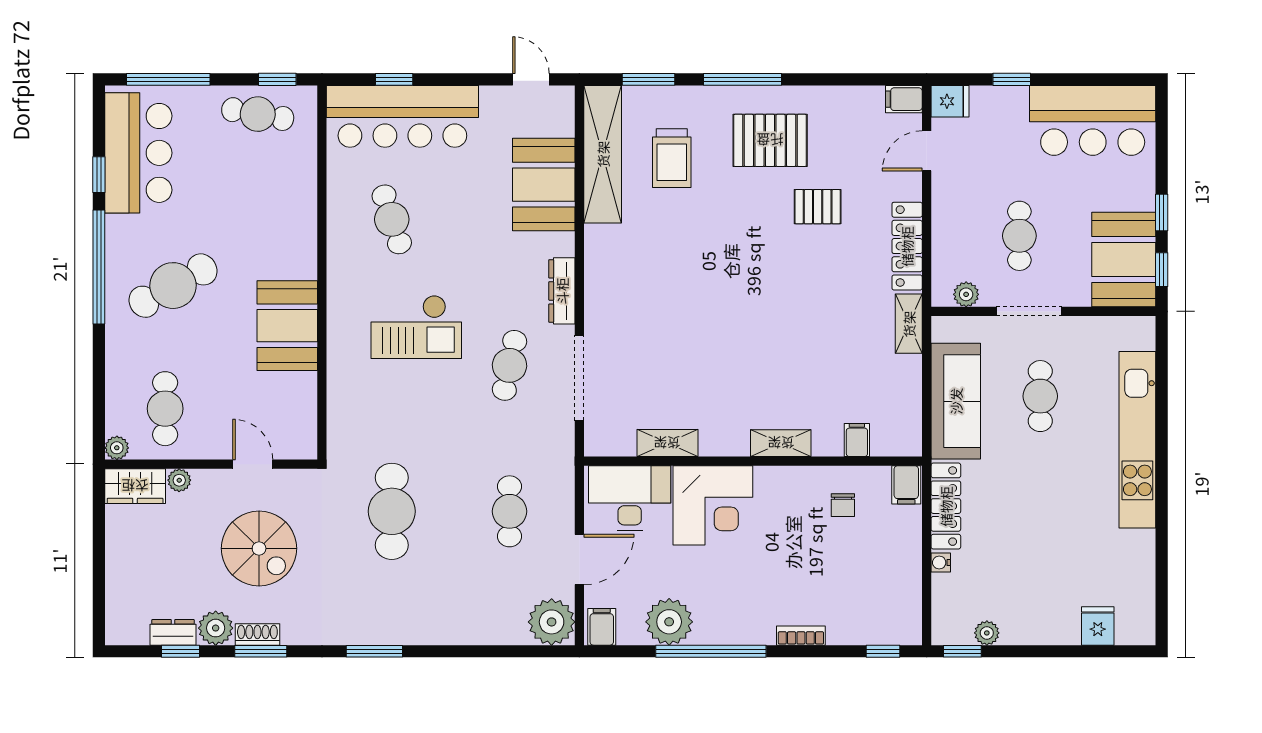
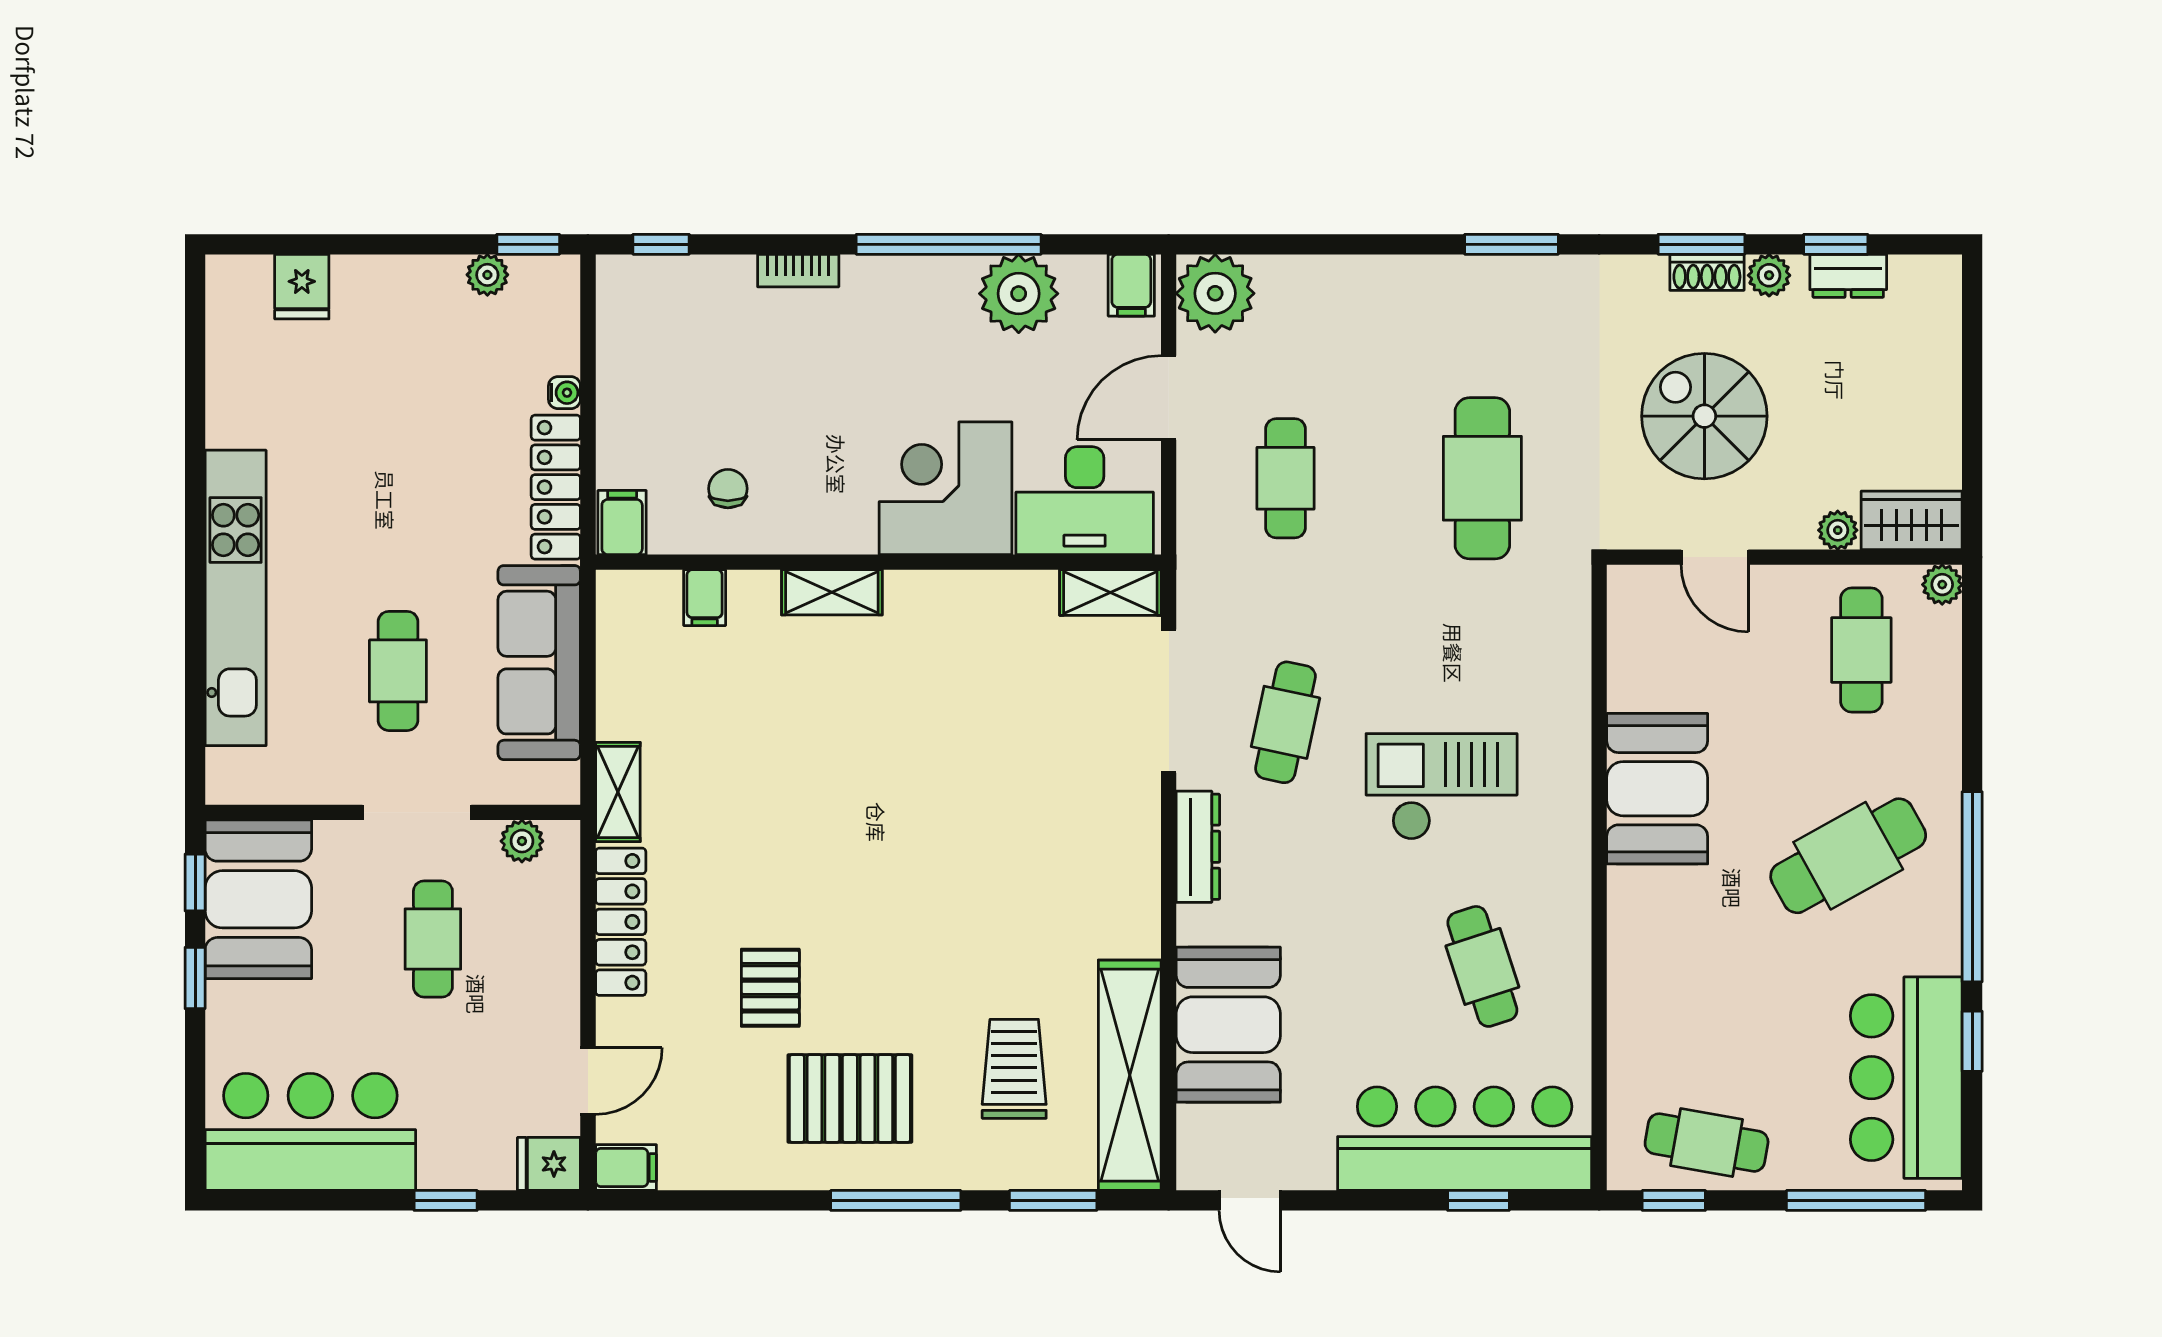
pallet: (818, 207) -> (770, 988), turned 90
shelving: (667, 443) -> (1110, 593), moved
plant: (216, 628) -> (1769, 275), width x0.73, depth x0.73

